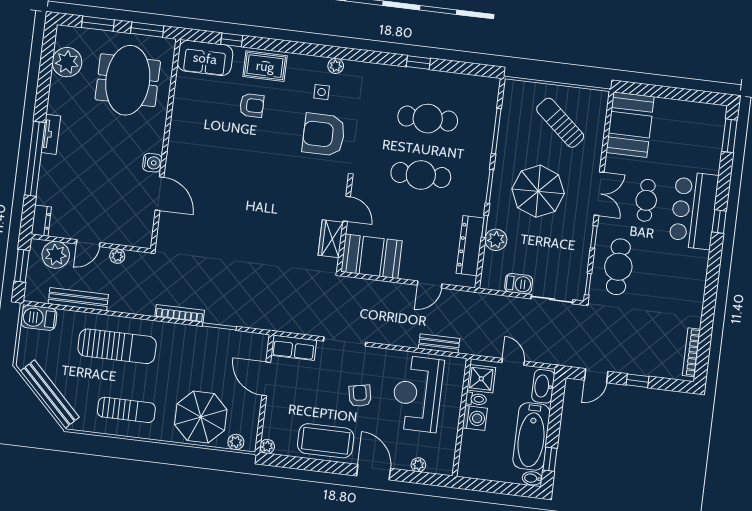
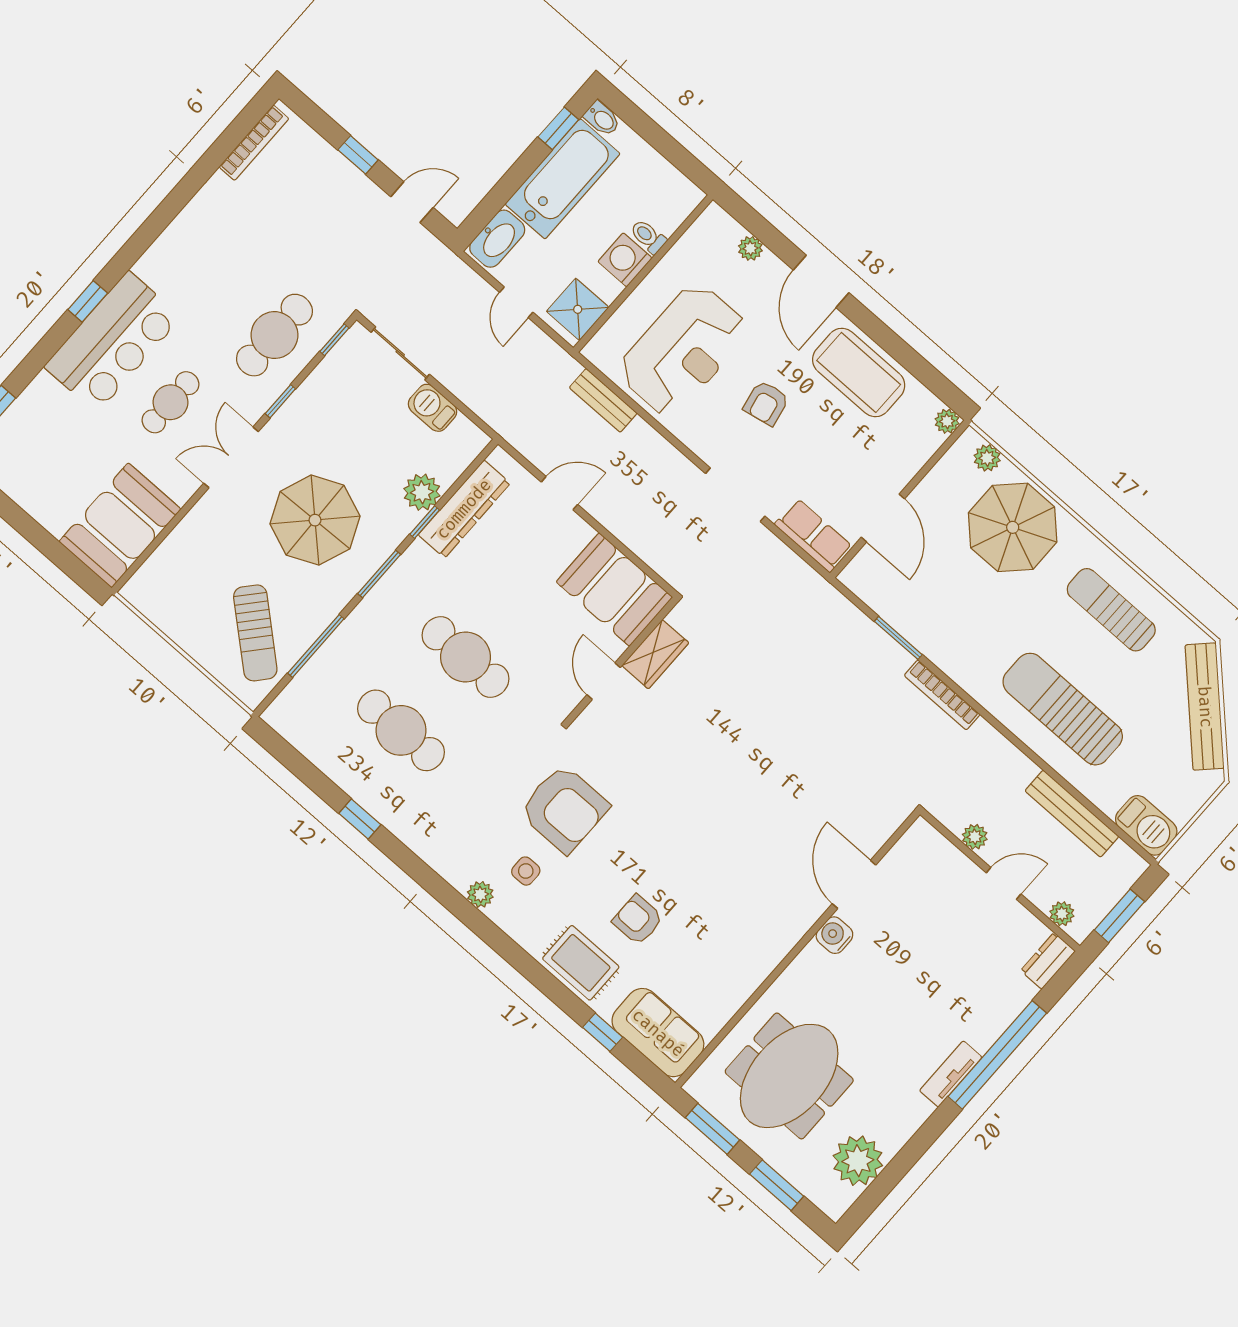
sun lounger: (560, 123) -> (255, 633), moved
plant: (56, 255) -> (1062, 914), width x0.53, depth x0.53
toilet: (476, 399) -> (648, 237), moved

